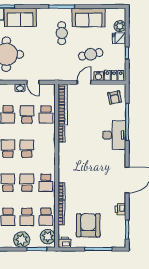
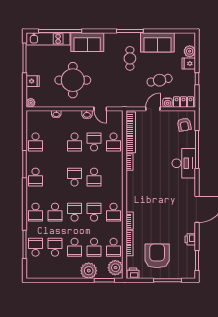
school desk: (27, 149) -> (94, 177), turned 180

